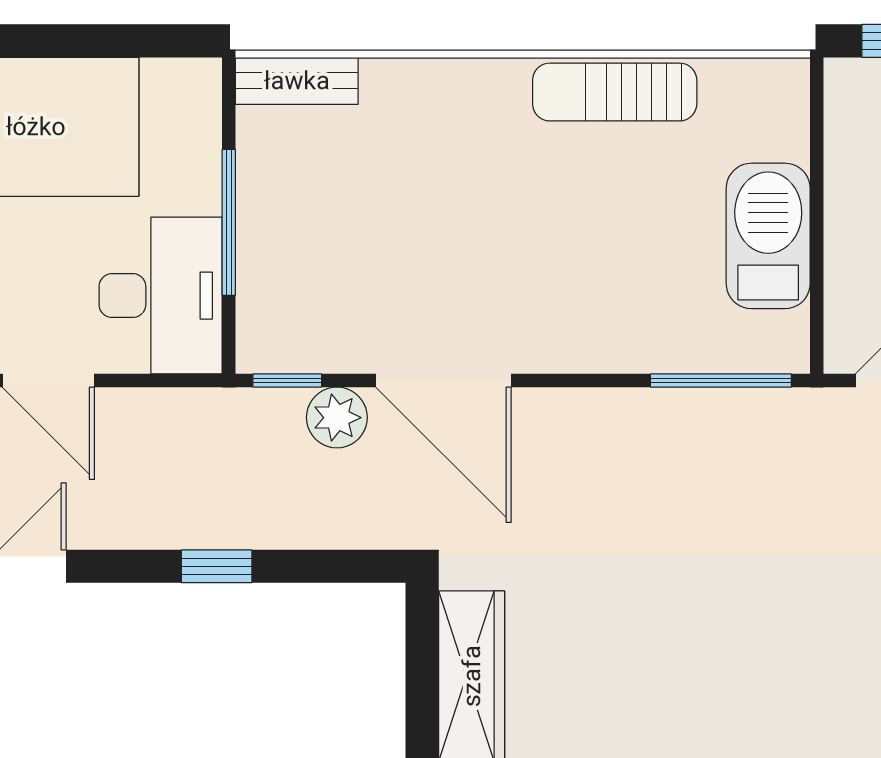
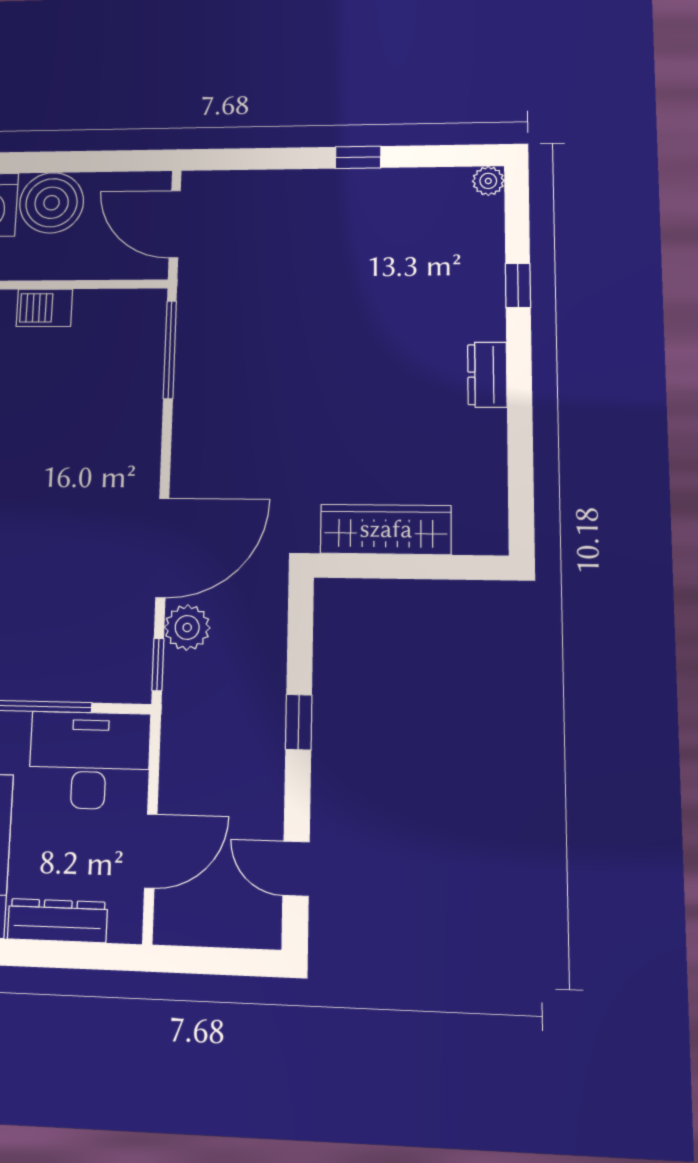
barbecue: (768, 236) -> (44, 308), width x0.53, depth x0.65

